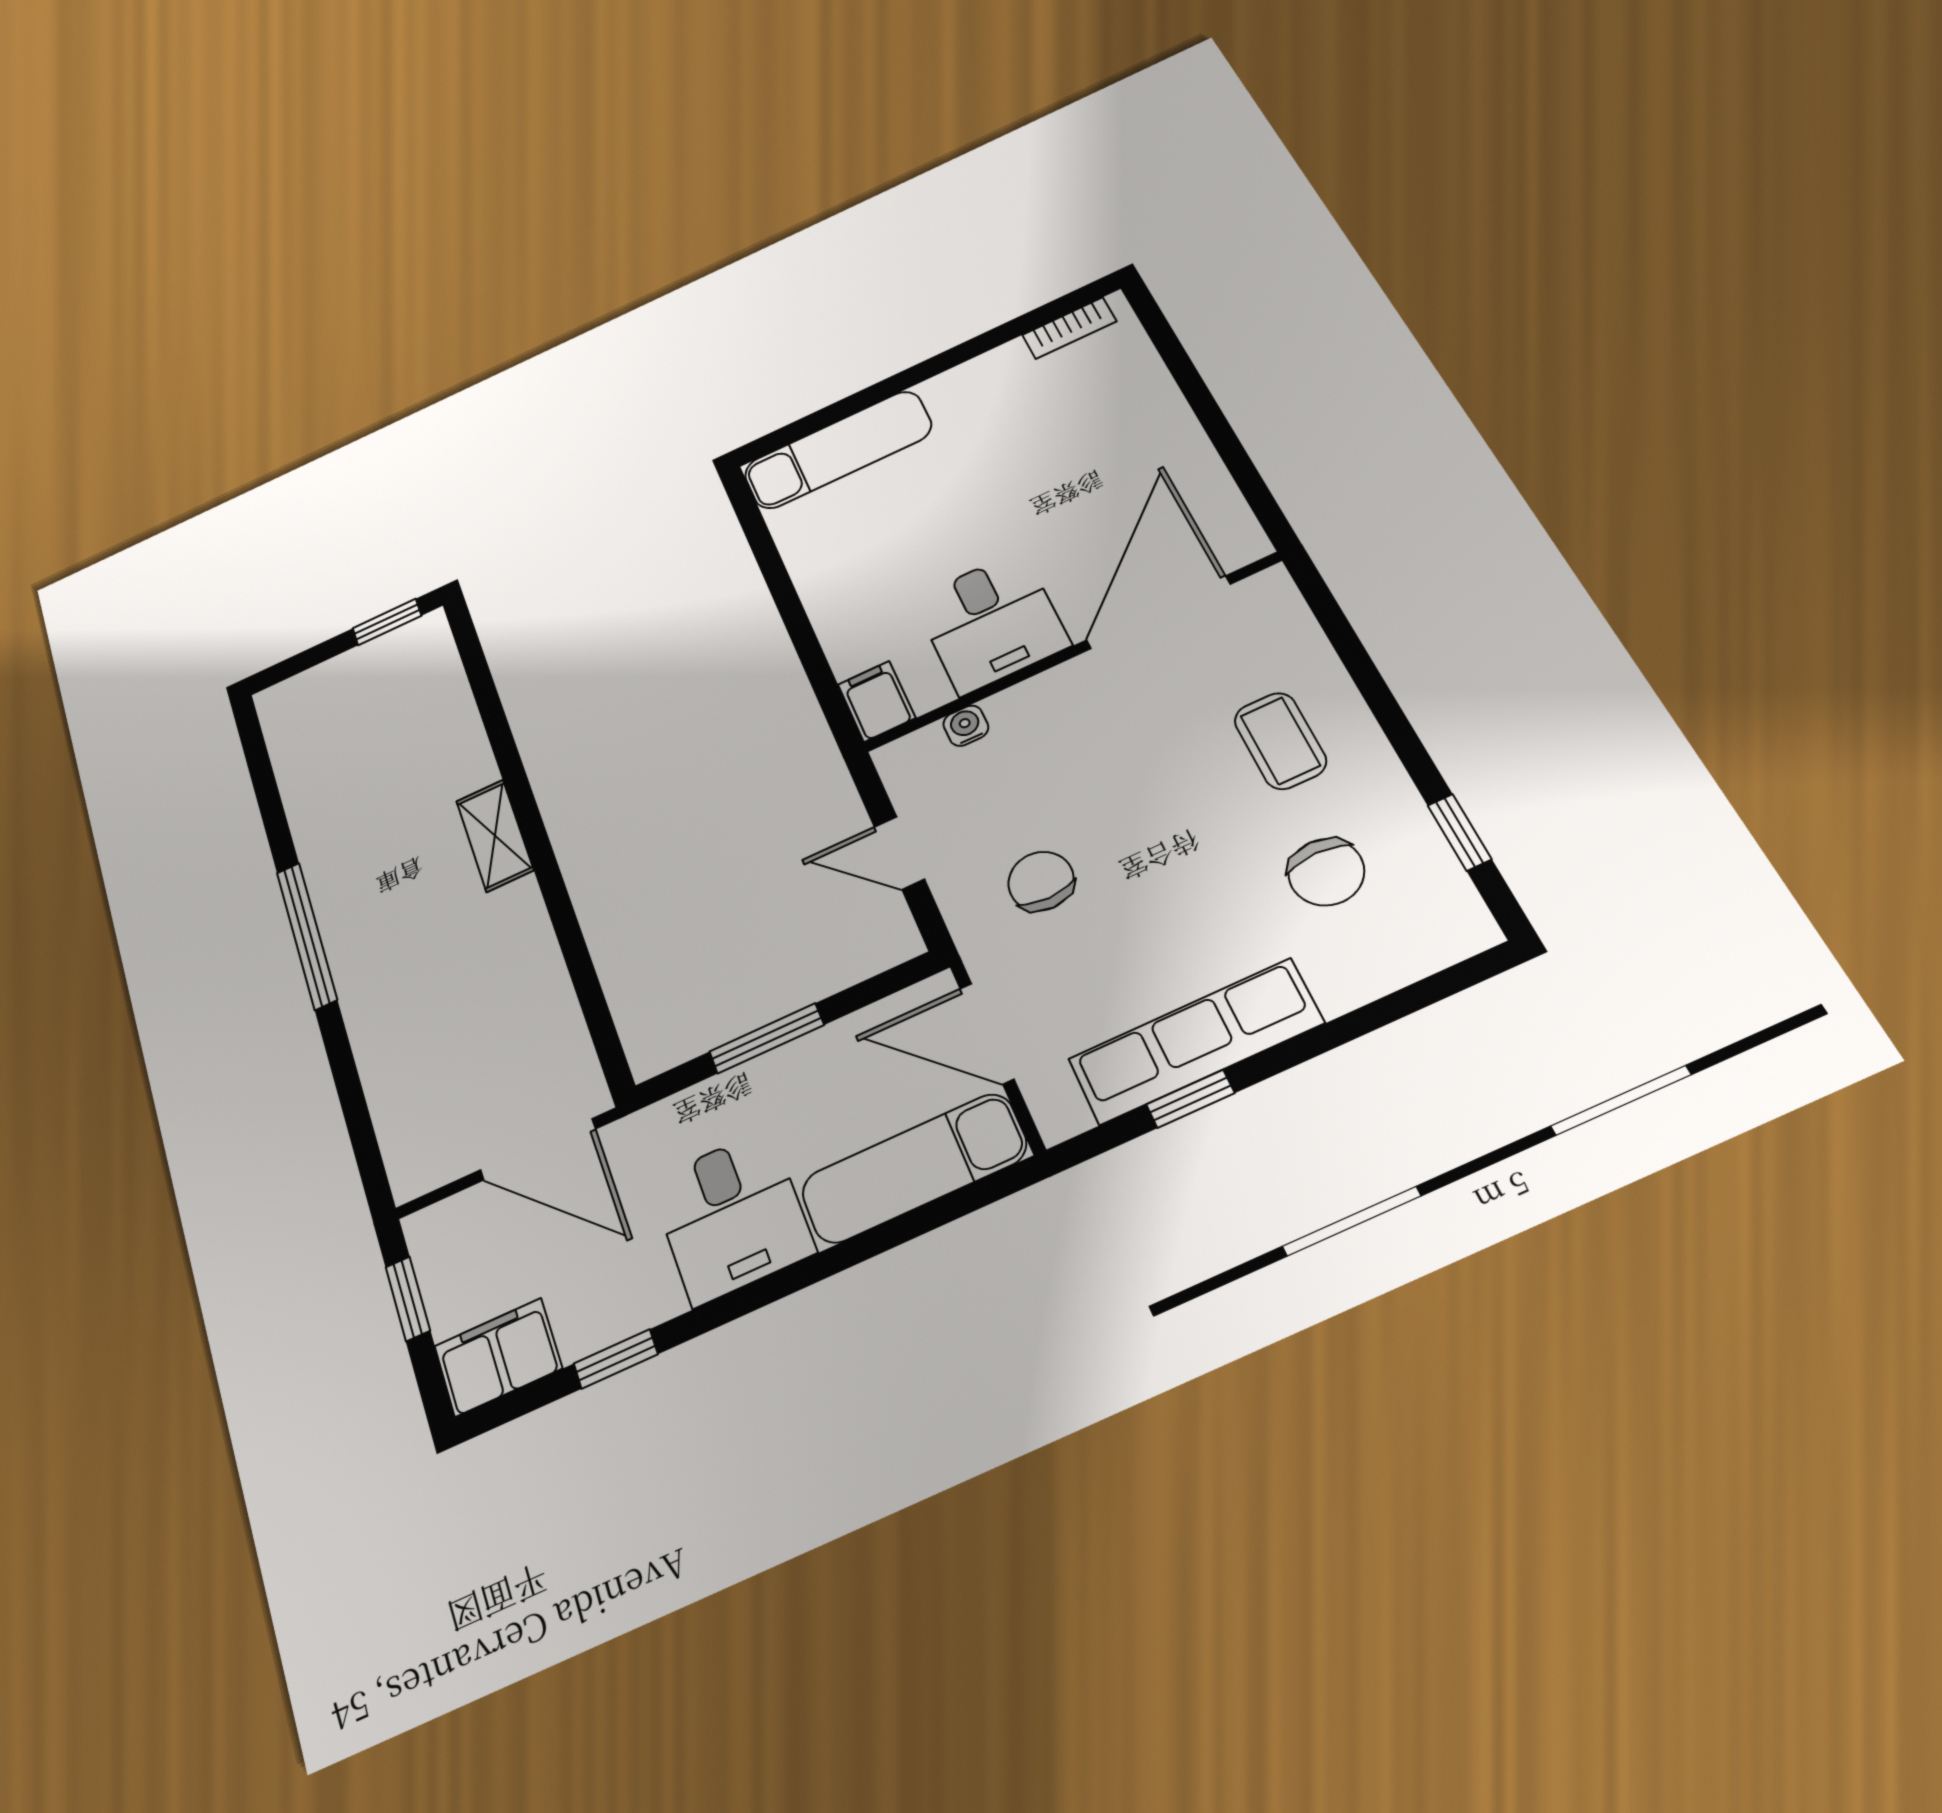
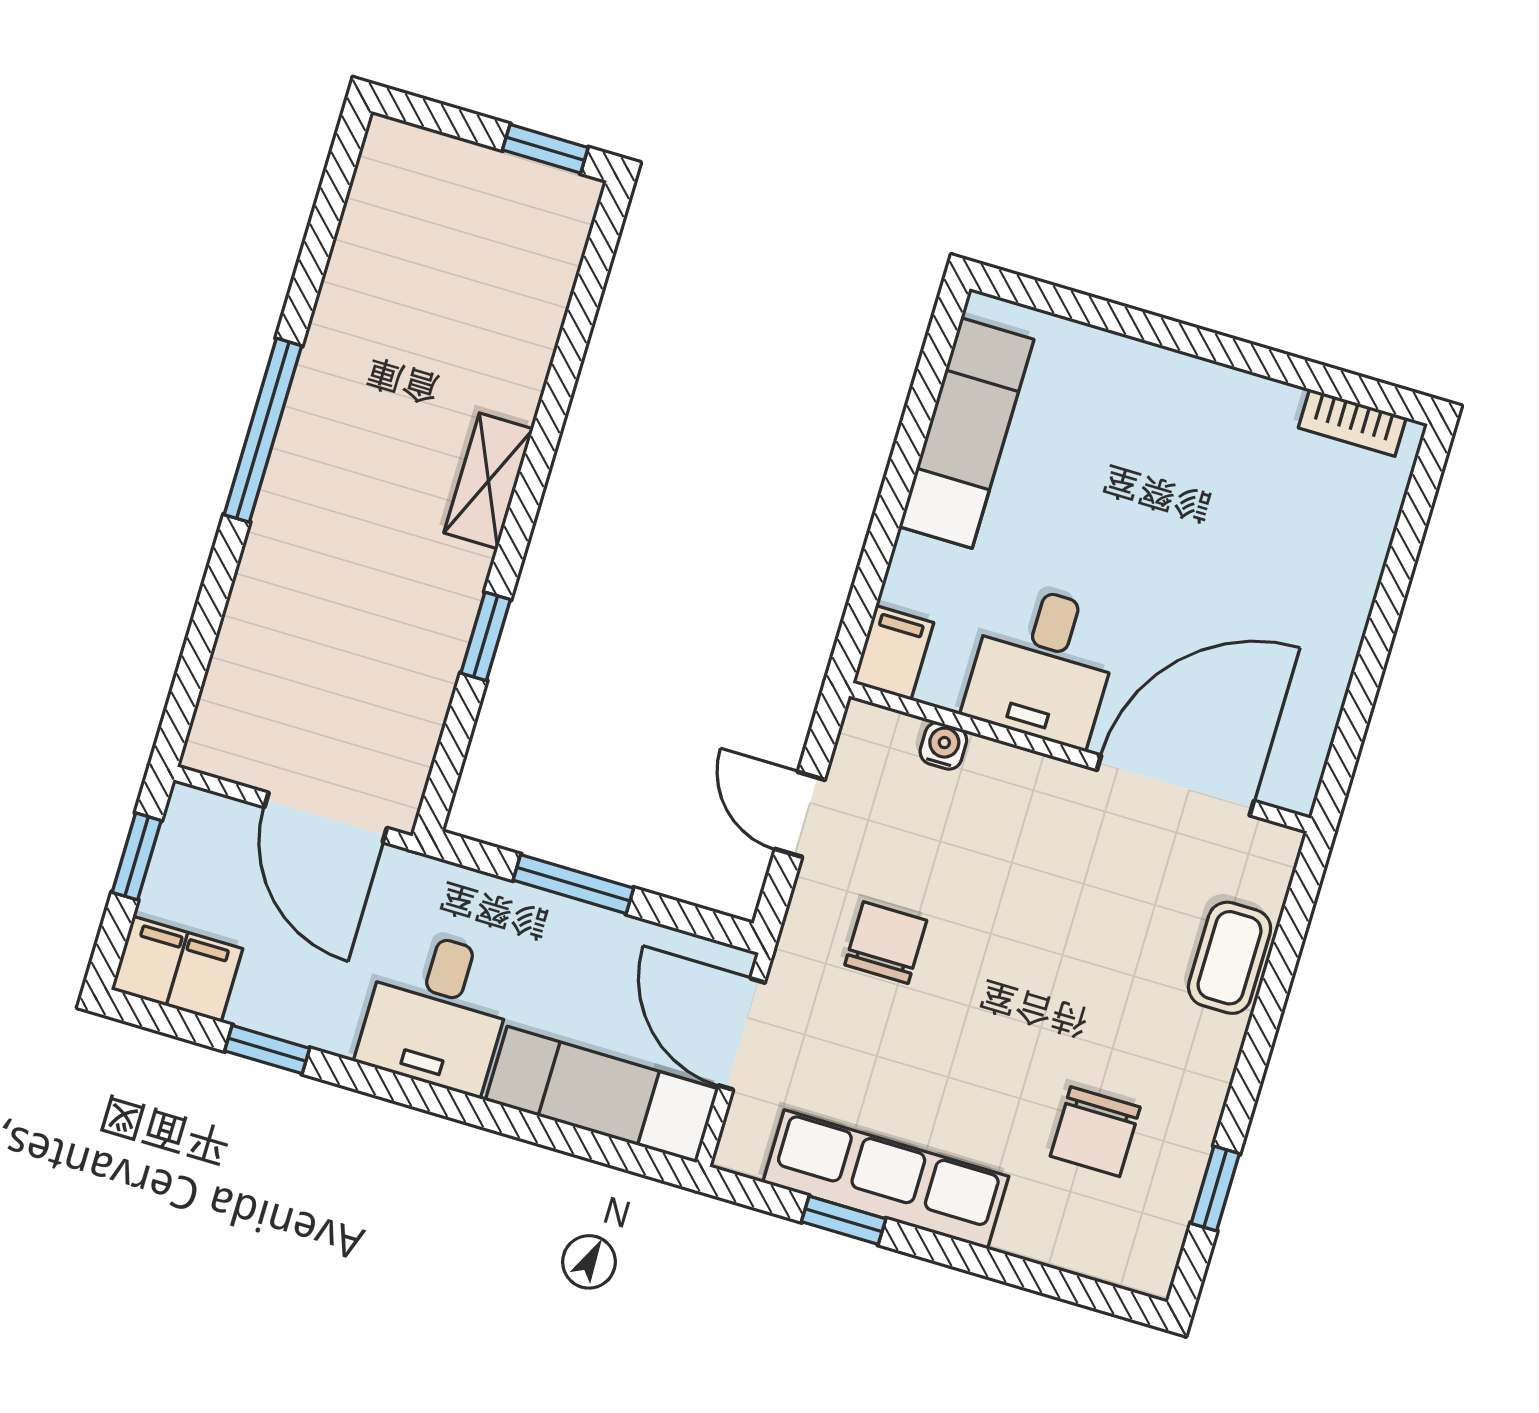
exam couch: (838, 450) -> (966, 433), moved, turned -90
coffee table: (1280, 741) -> (1230, 958), moved
window: (568, 931) -> (486, 636), added

